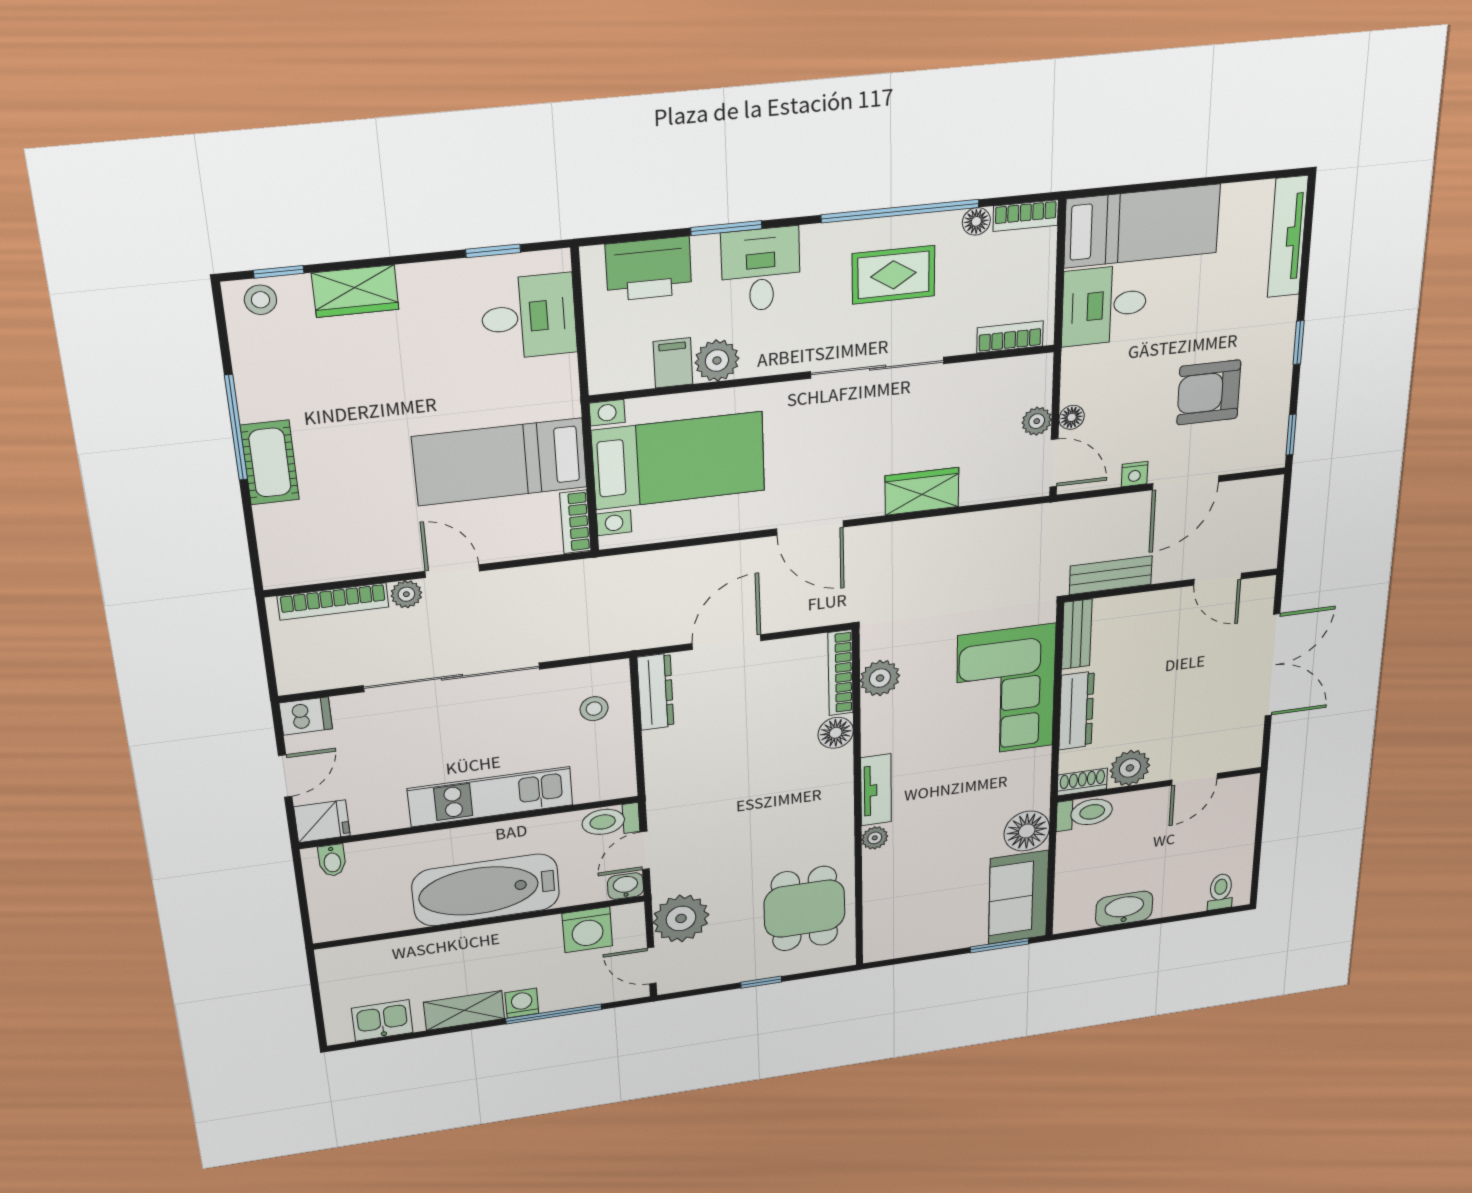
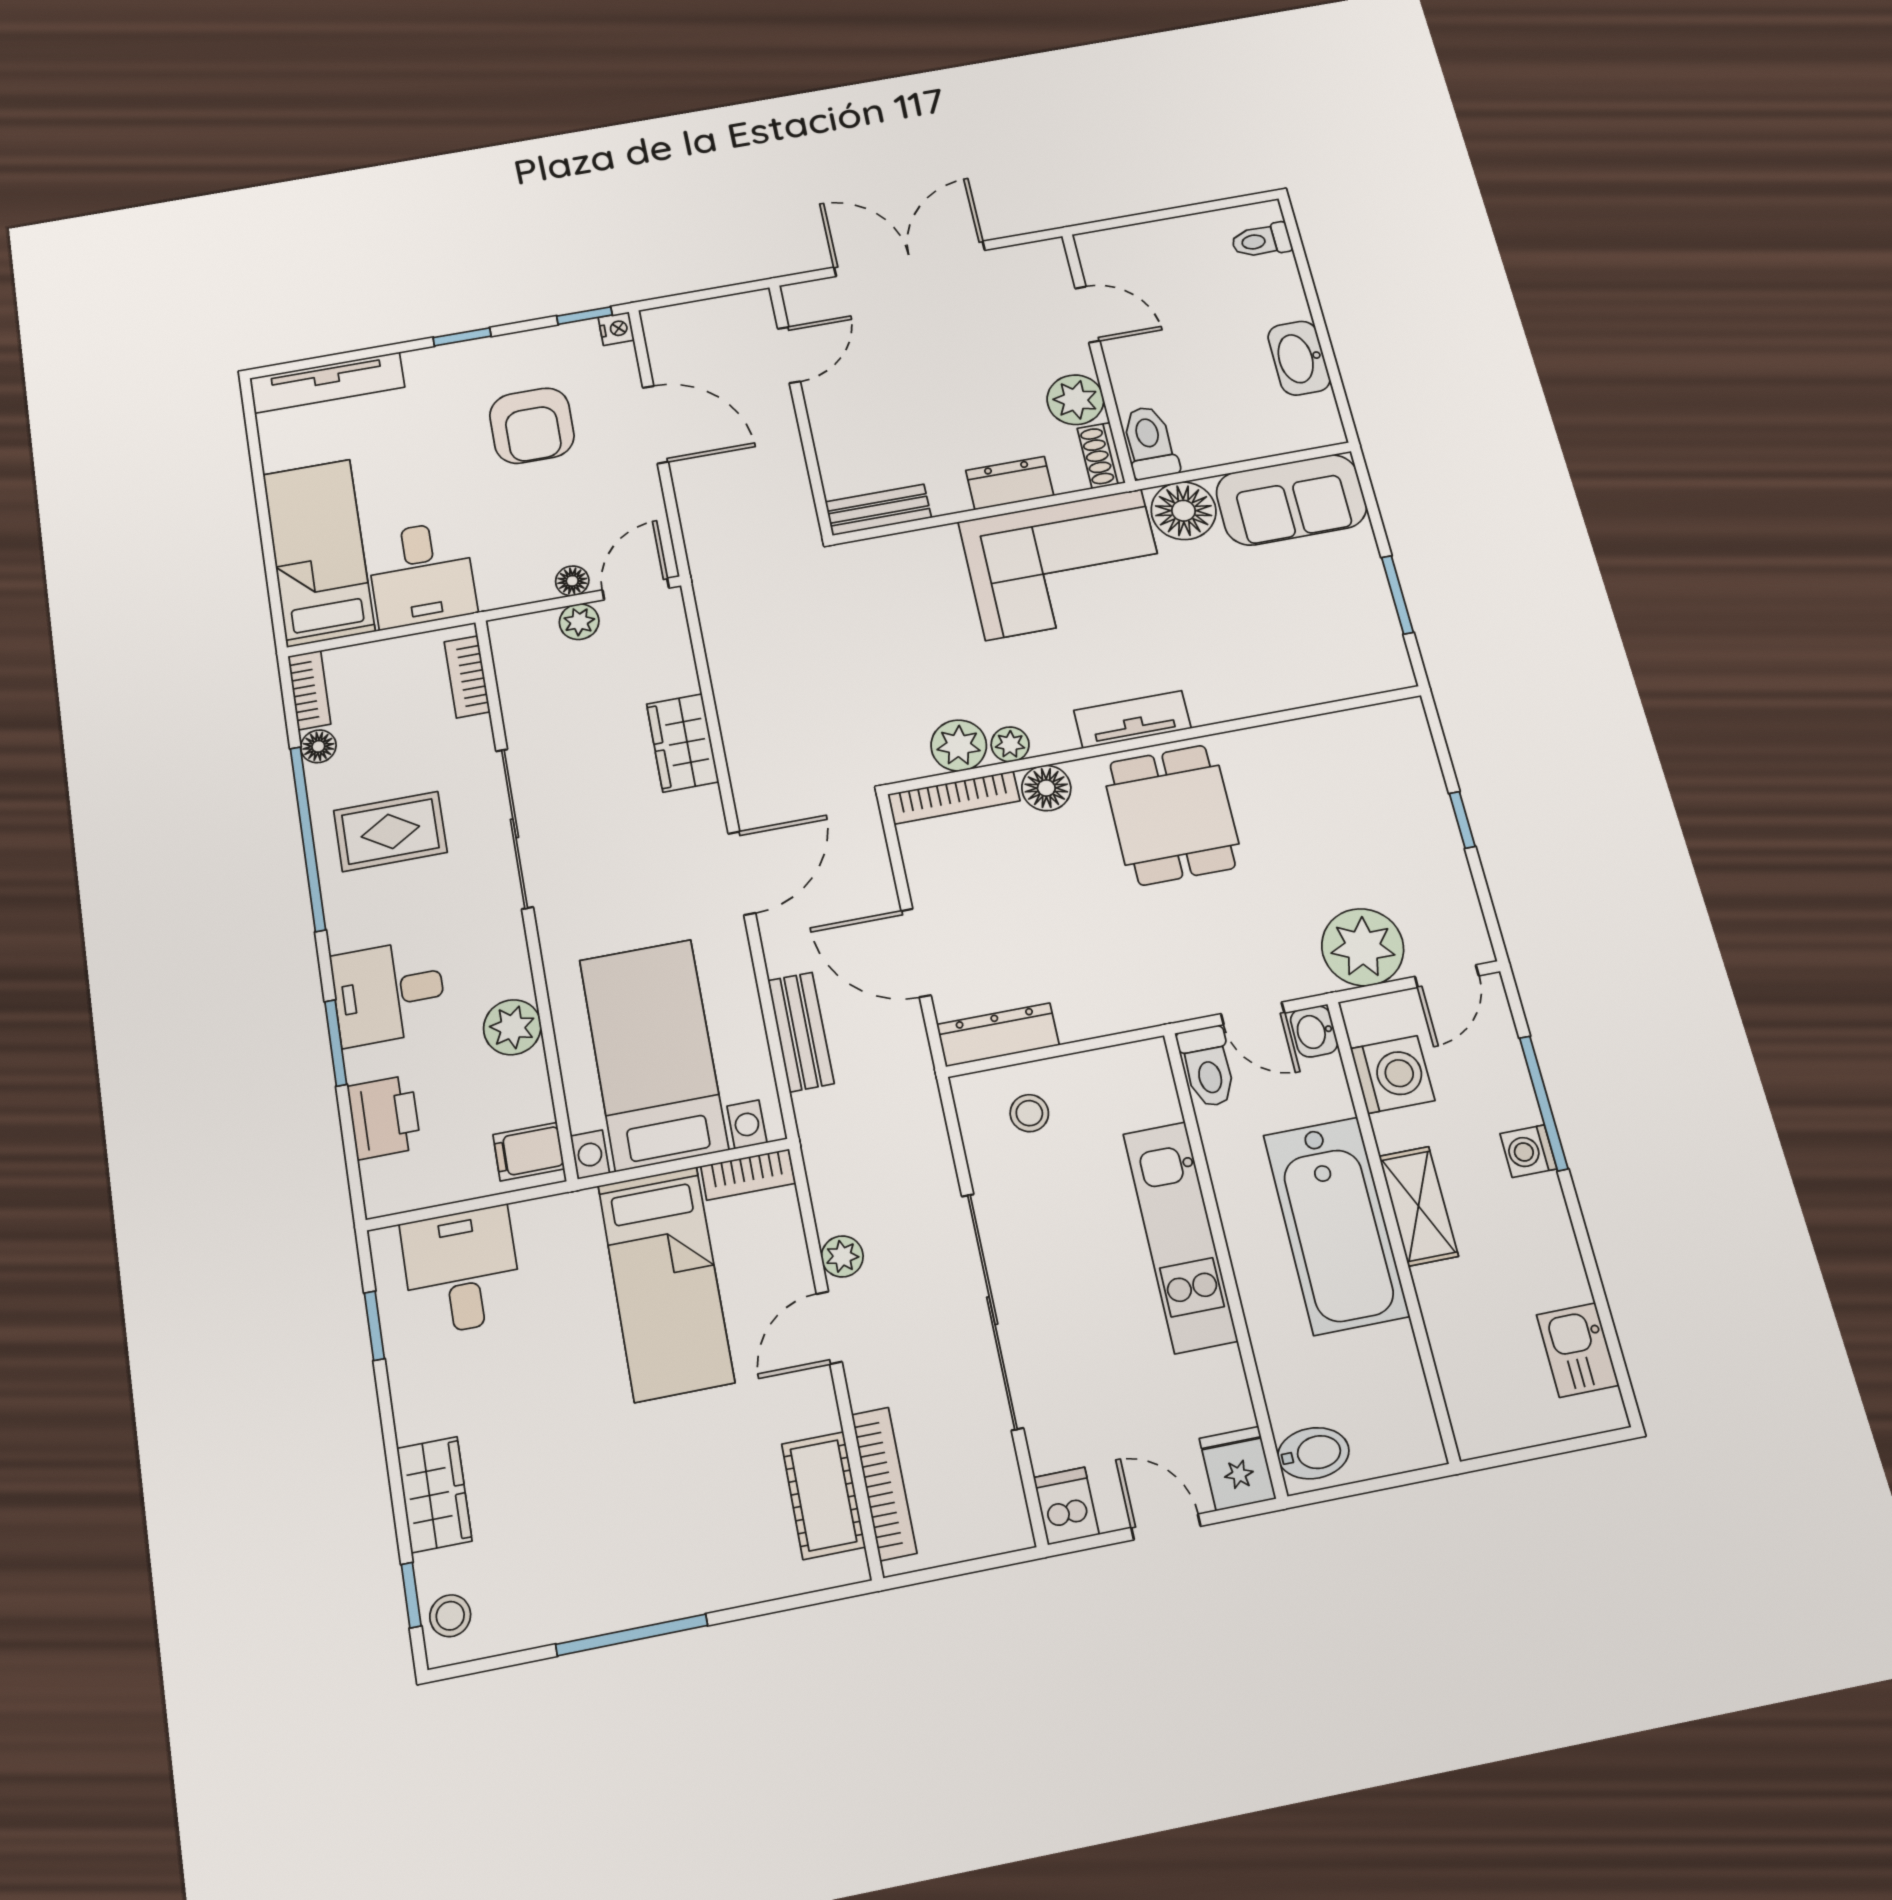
printer: (649, 269) -> (384, 1117), width x0.73, depth x0.84
rug: (893, 275) -> (390, 831), turned 90
filing cabinet: (673, 363) -> (529, 1152), moved
cot: (270, 463) -> (823, 1495), moved, turned 90
nightstand: (1135, 474) -> (616, 329), moved
bench: (1111, 575) -> (801, 1032), moved
plant: (406, 594) -> (842, 1256), moved
corner sofa: (1006, 691) -> (1064, 564), moved
dresser: (1076, 711) -> (1010, 483), width x0.70
plant: (875, 838) -> (1010, 744), moved
bidet: (332, 860) -> (1313, 1453), width x1.38, depth x1.36
dining table: (804, 909) -> (1172, 815), moved, turned 90
window: (1000, 945) -> (1397, 595), moved
shelving: (464, 1010) -> (1418, 1206), moved

